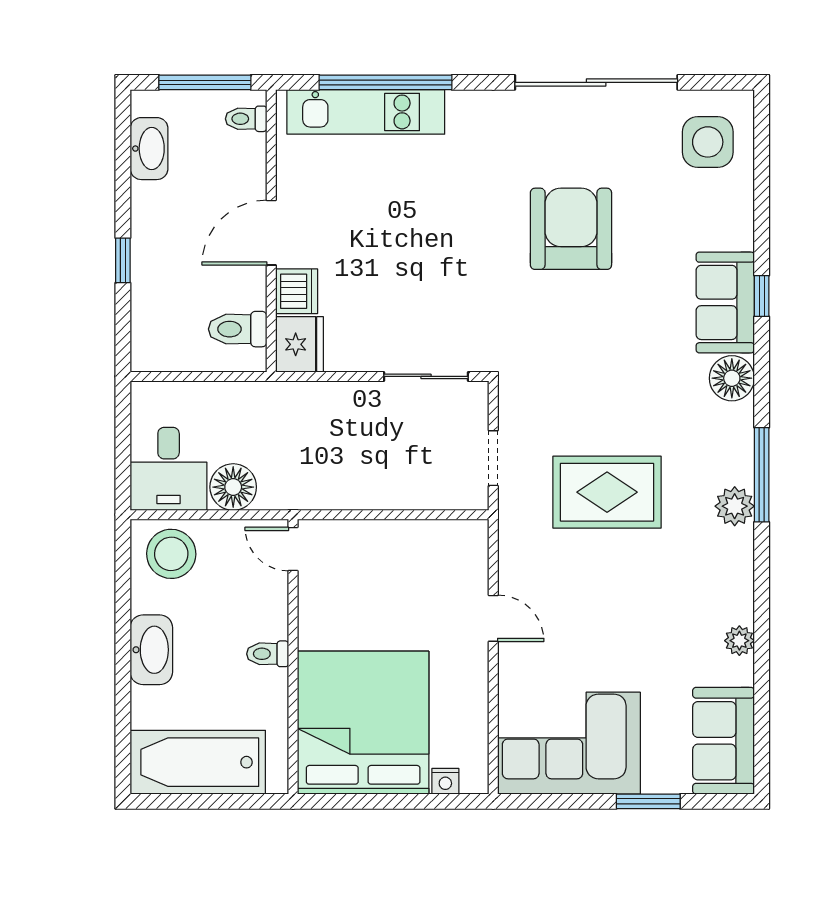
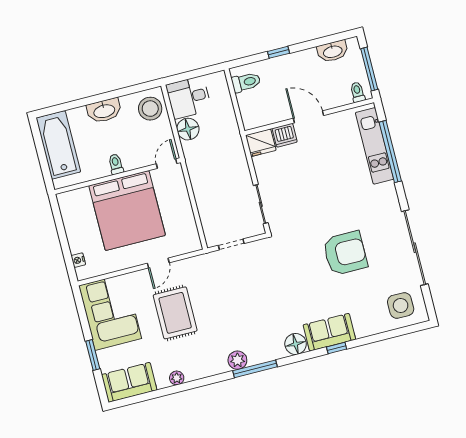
toilet: (238, 329) -> (246, 82), moved, turned 90
rug: (607, 492) -> (175, 313), moved
bed: (363, 723) -> (127, 211), moved, turned 90

